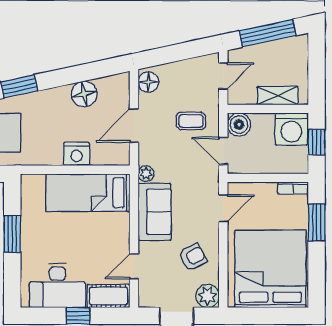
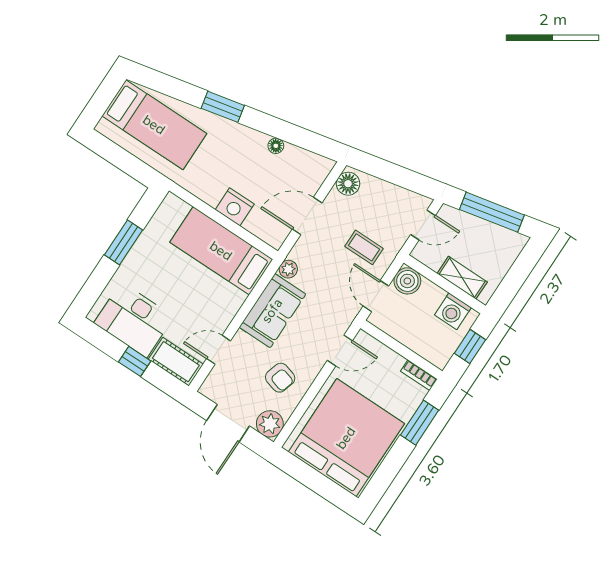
floor lamp: (84, 94) -> (276, 146), width x0.53, depth x0.53
washing machine: (291, 129) -> (453, 311), width x0.73, depth x0.73
armchair: (193, 257) -> (280, 378), turned 44

